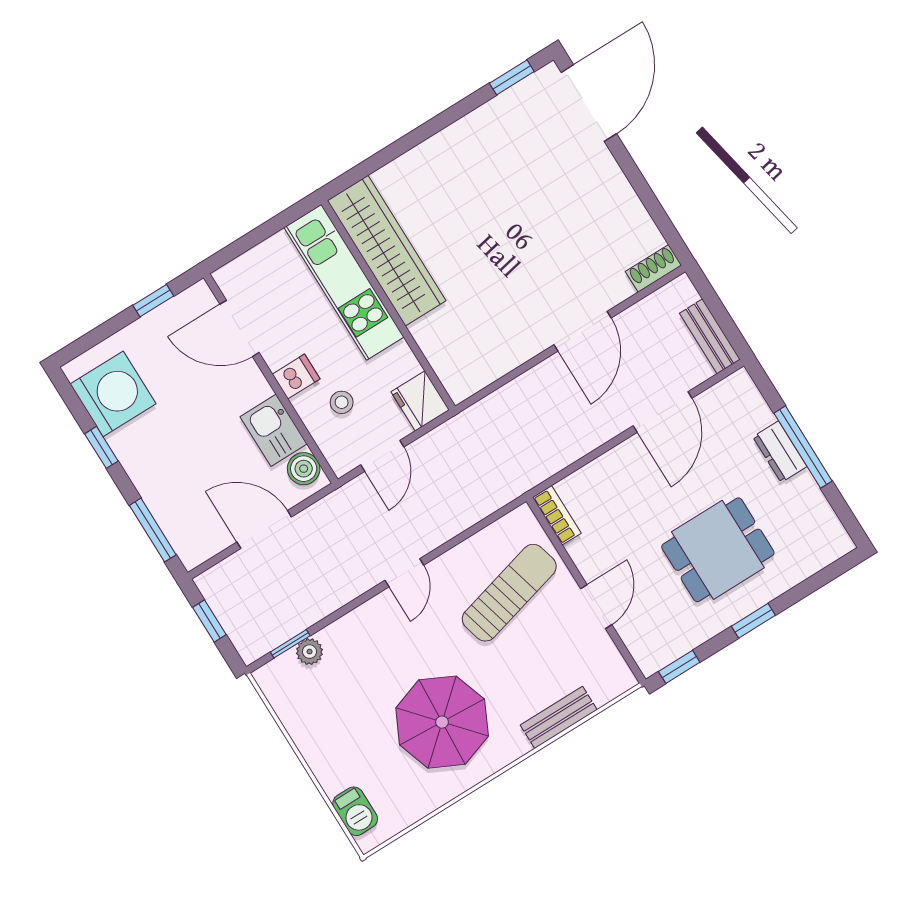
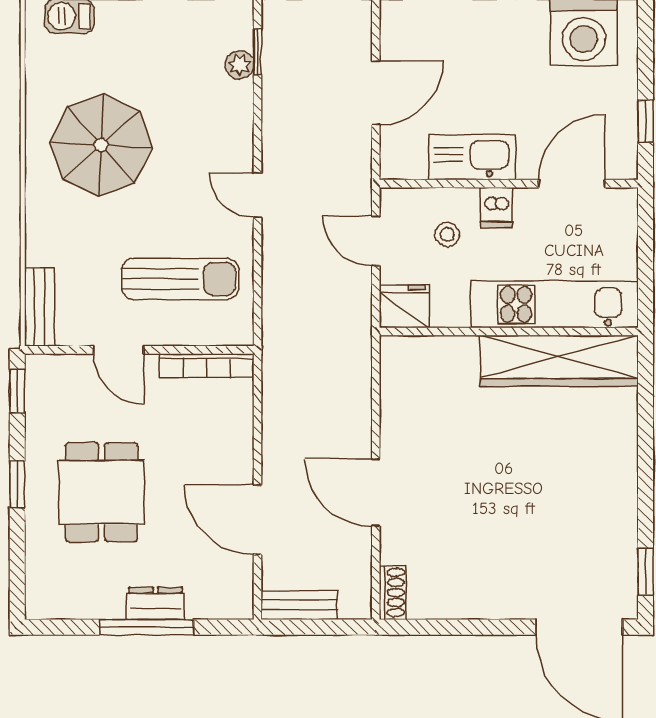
kitchen sink: (274, 430) -> (472, 157), width x1.38
boiler: (304, 469) -> (409, 163), removed
bookcase: (557, 515) -> (207, 366), width x1.56
sun lounger: (509, 593) -> (180, 279), turned -75
bench: (559, 717) -> (40, 307), moved

